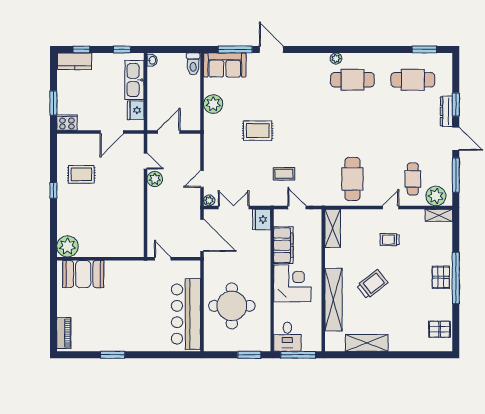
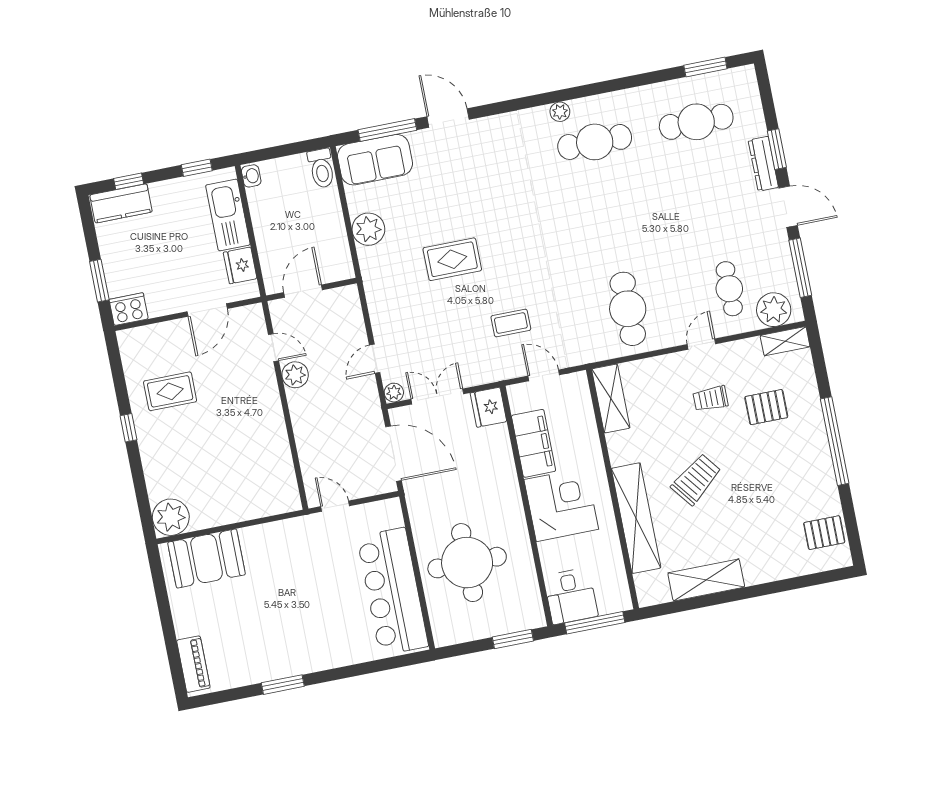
pallet: (441, 277) -> (766, 407), moved, turned 90

